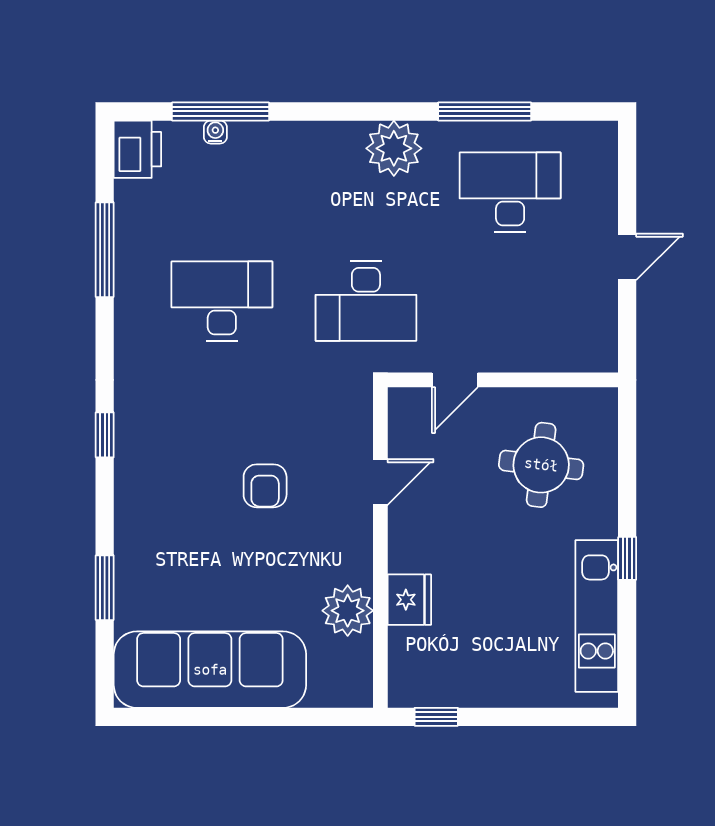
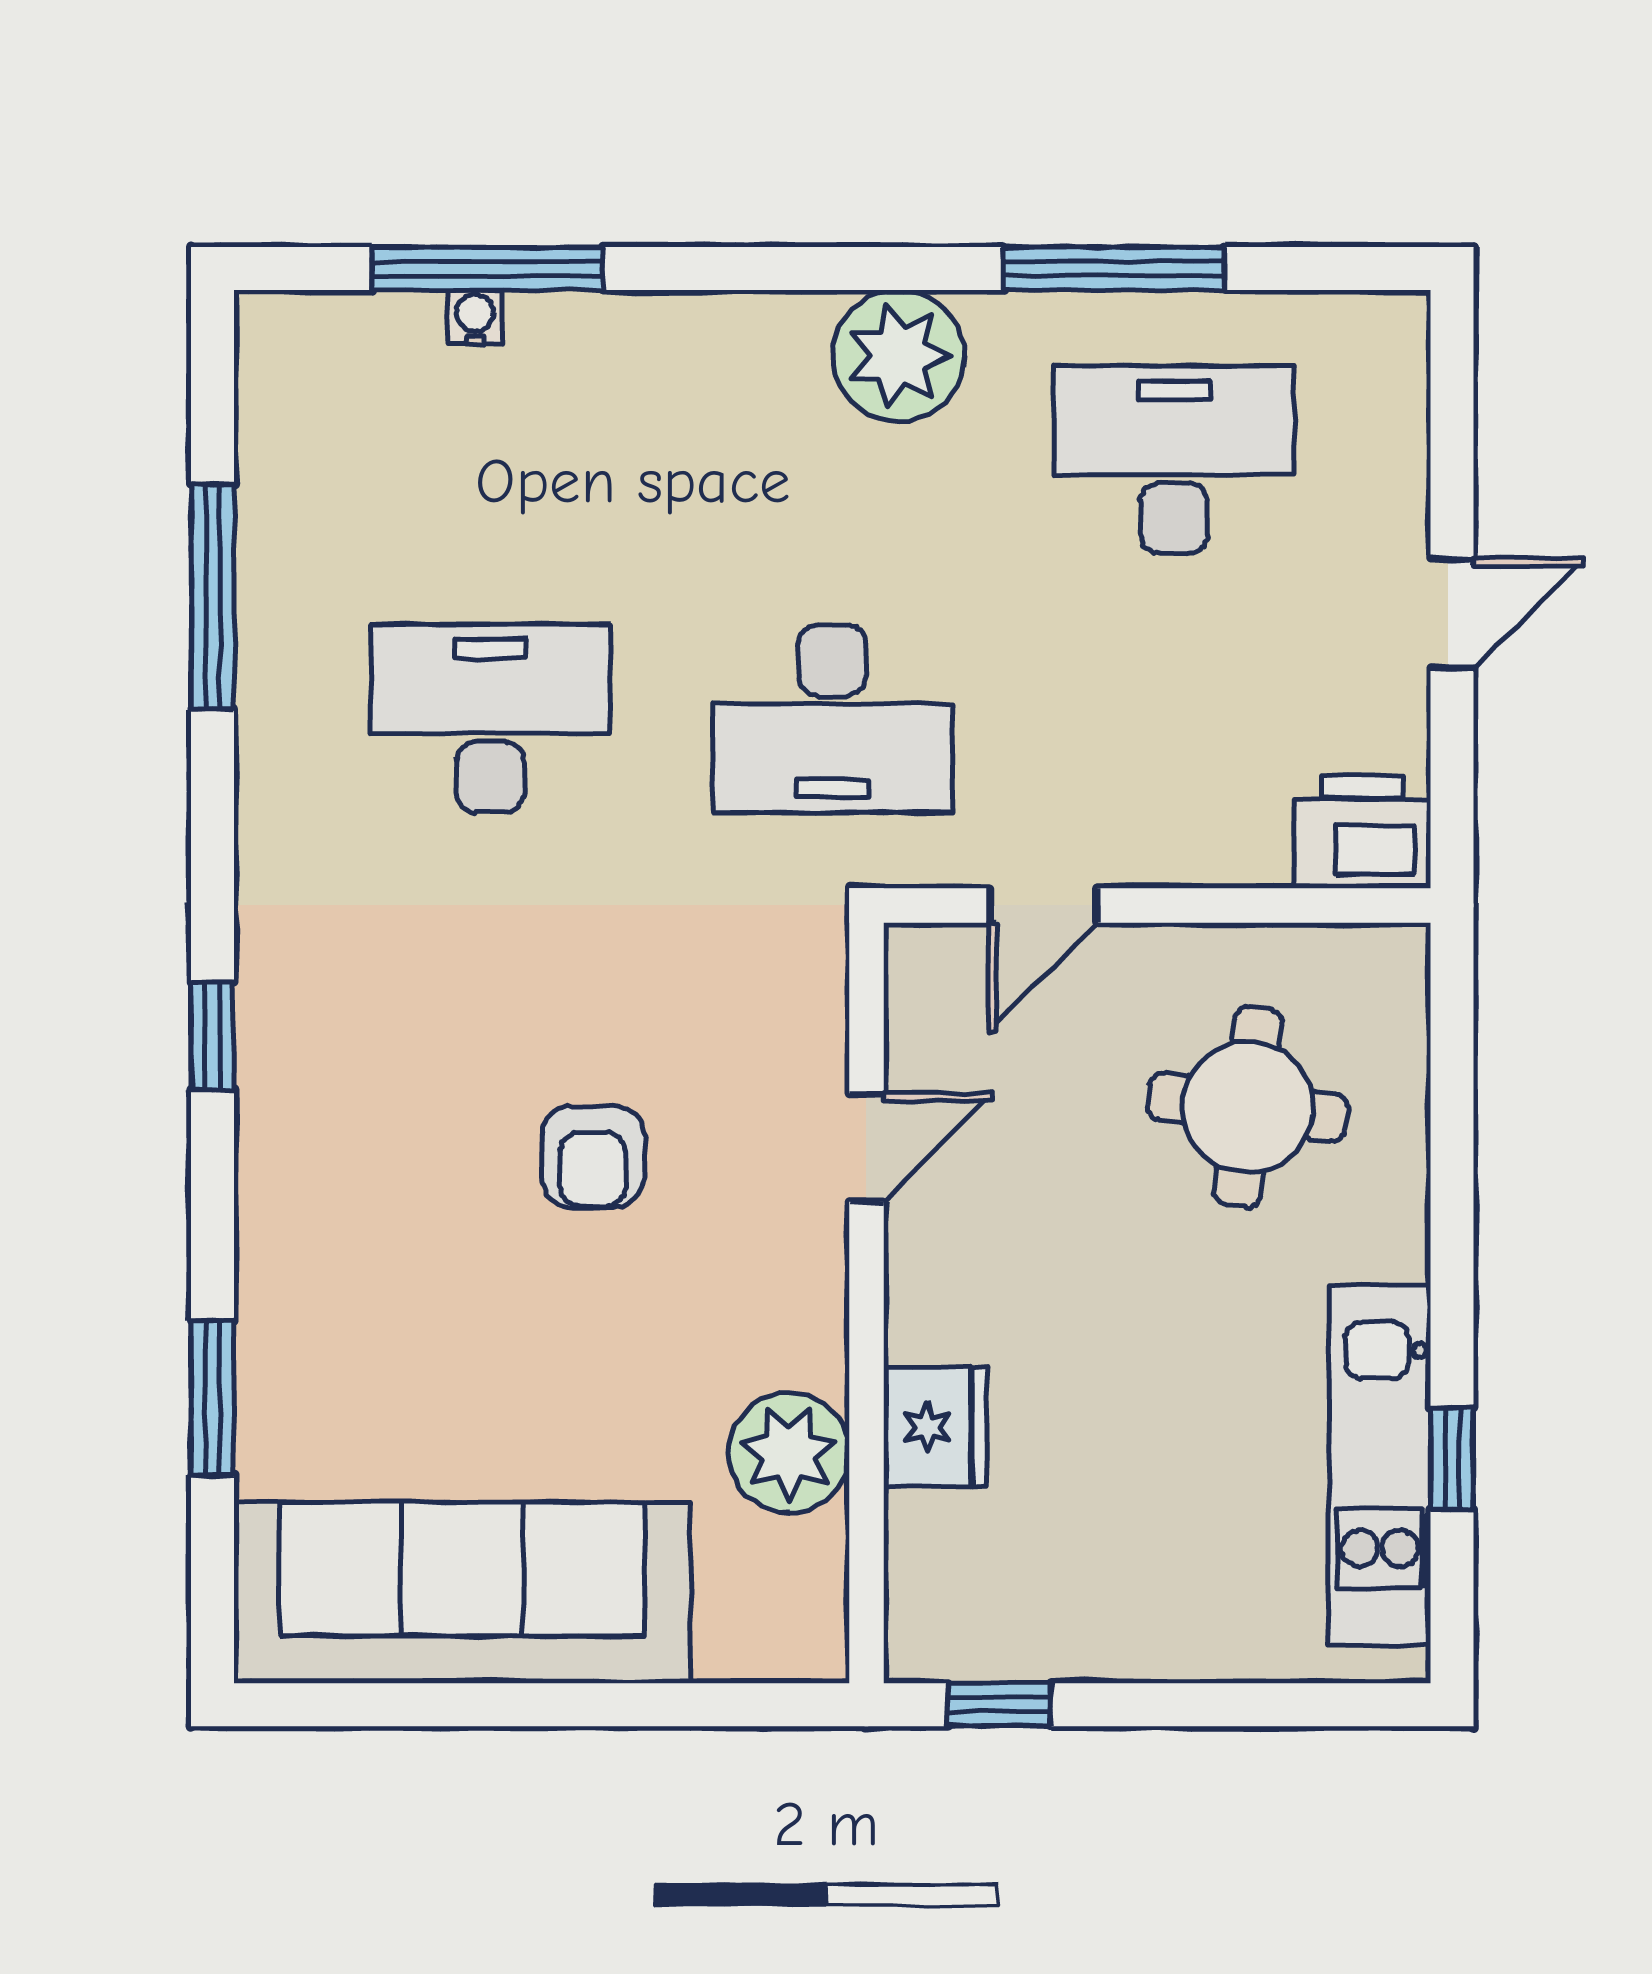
printer: (137, 149) -> (1362, 832), moved, turned -90
window: (627, 558) -> (1452, 1459), moved

